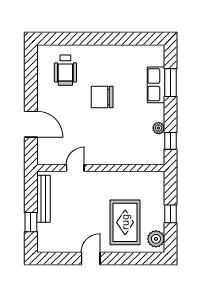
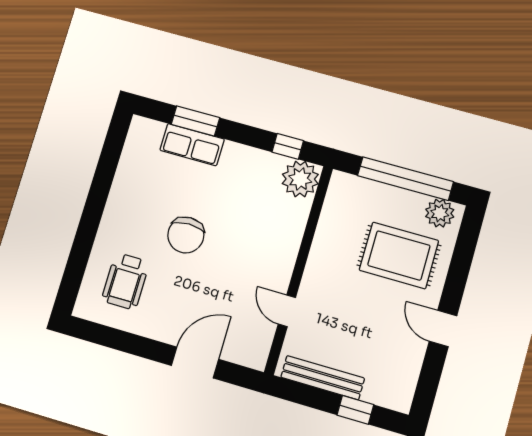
wheelchair: (65, 70) -> (125, 281), turned 90
plant: (159, 128) -> (300, 179), moved, width x1.88, depth x1.88
window: (170, 214) -> (405, 179), width x3.17

